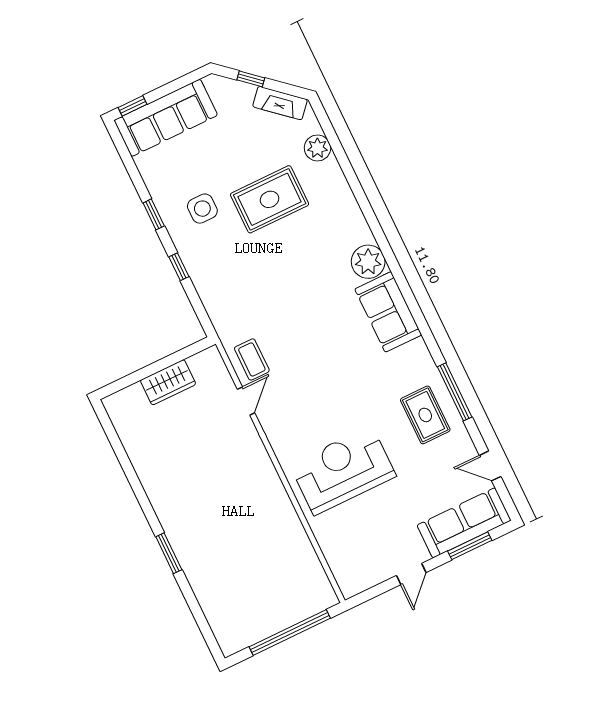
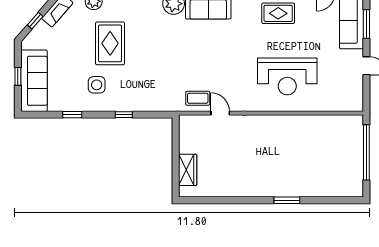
window: (133, 106) -> (18, 76), moved
window: (154, 214) -> (72, 115), moved
wardrobe: (168, 382) -> (188, 170), moved
reception desk: (343, 470) -> (287, 76), turned -90

